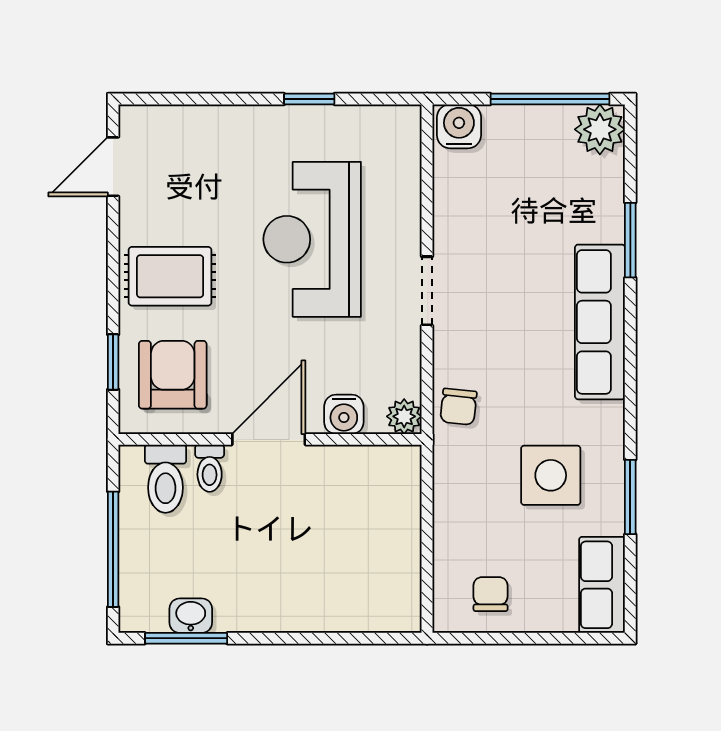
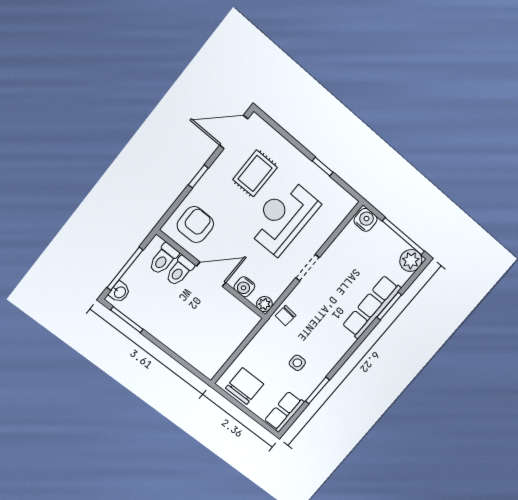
door: (113, 167) -> (234, 132), width x1.37
rug: (170, 276) -> (255, 173), moved, turned 90
row of seats: (600, 322) -> (372, 307), moved
window: (113, 362) -> (198, 176), moved
toilet: (210, 468) -> (180, 271), width x1.37, depth x1.39
side table: (551, 475) -> (297, 363), width x0.54, depth x0.54
chair: (491, 594) -> (245, 386), width x1.87, depth x1.87
washbasin: (191, 616) -> (120, 292), moved, turned 90

